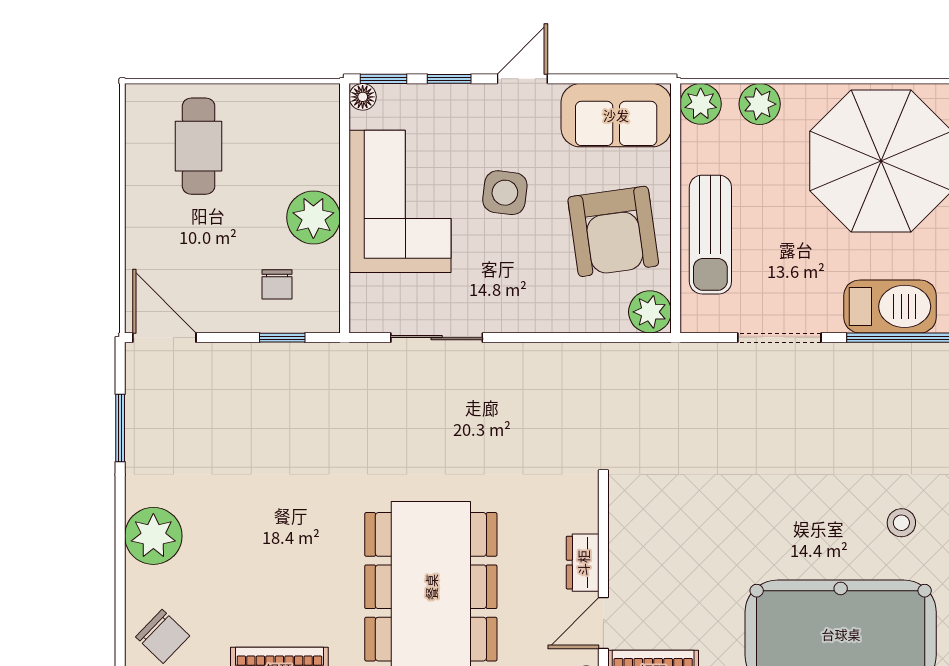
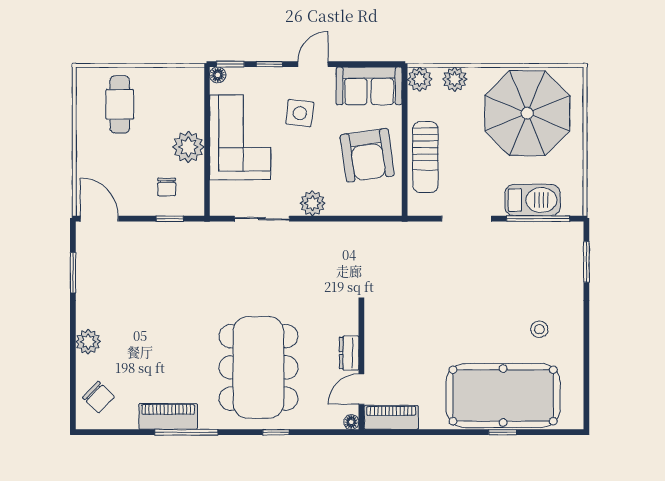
side table: (505, 193) -> (300, 113), moved
plant: (650, 312) -> (313, 203), moved
plant: (153, 536) -> (88, 342), width x0.73, depth x0.73

